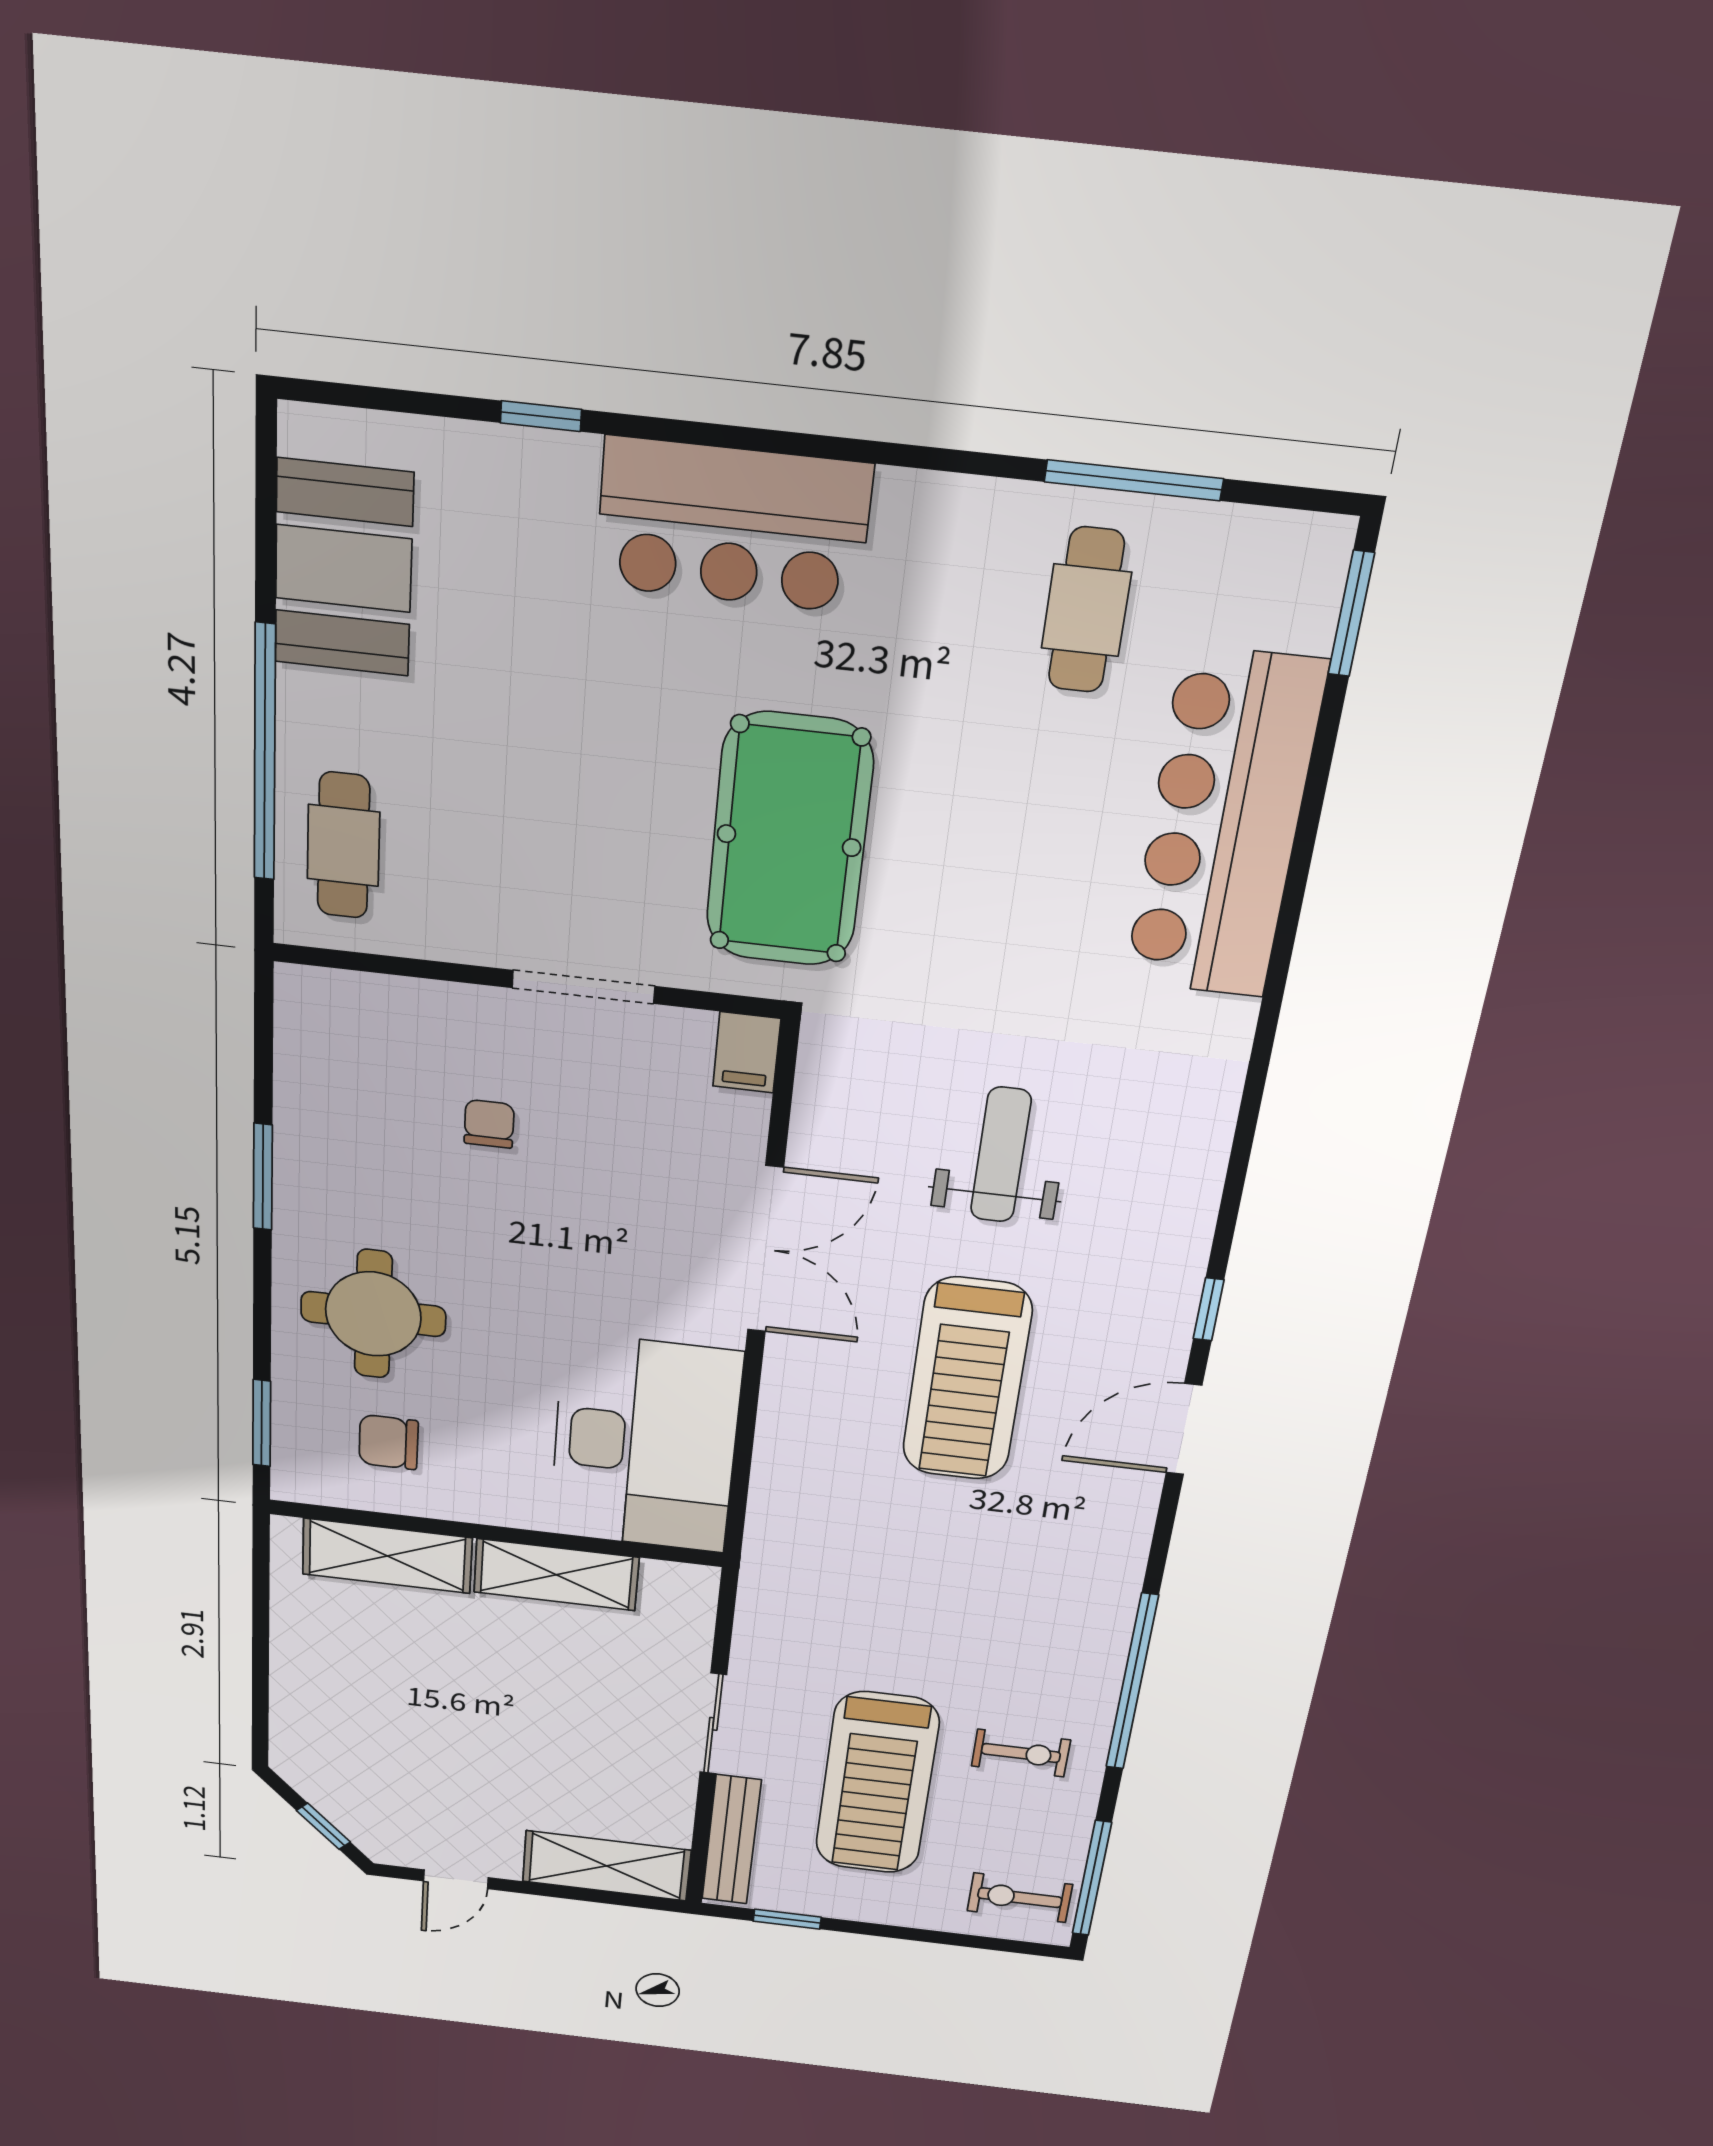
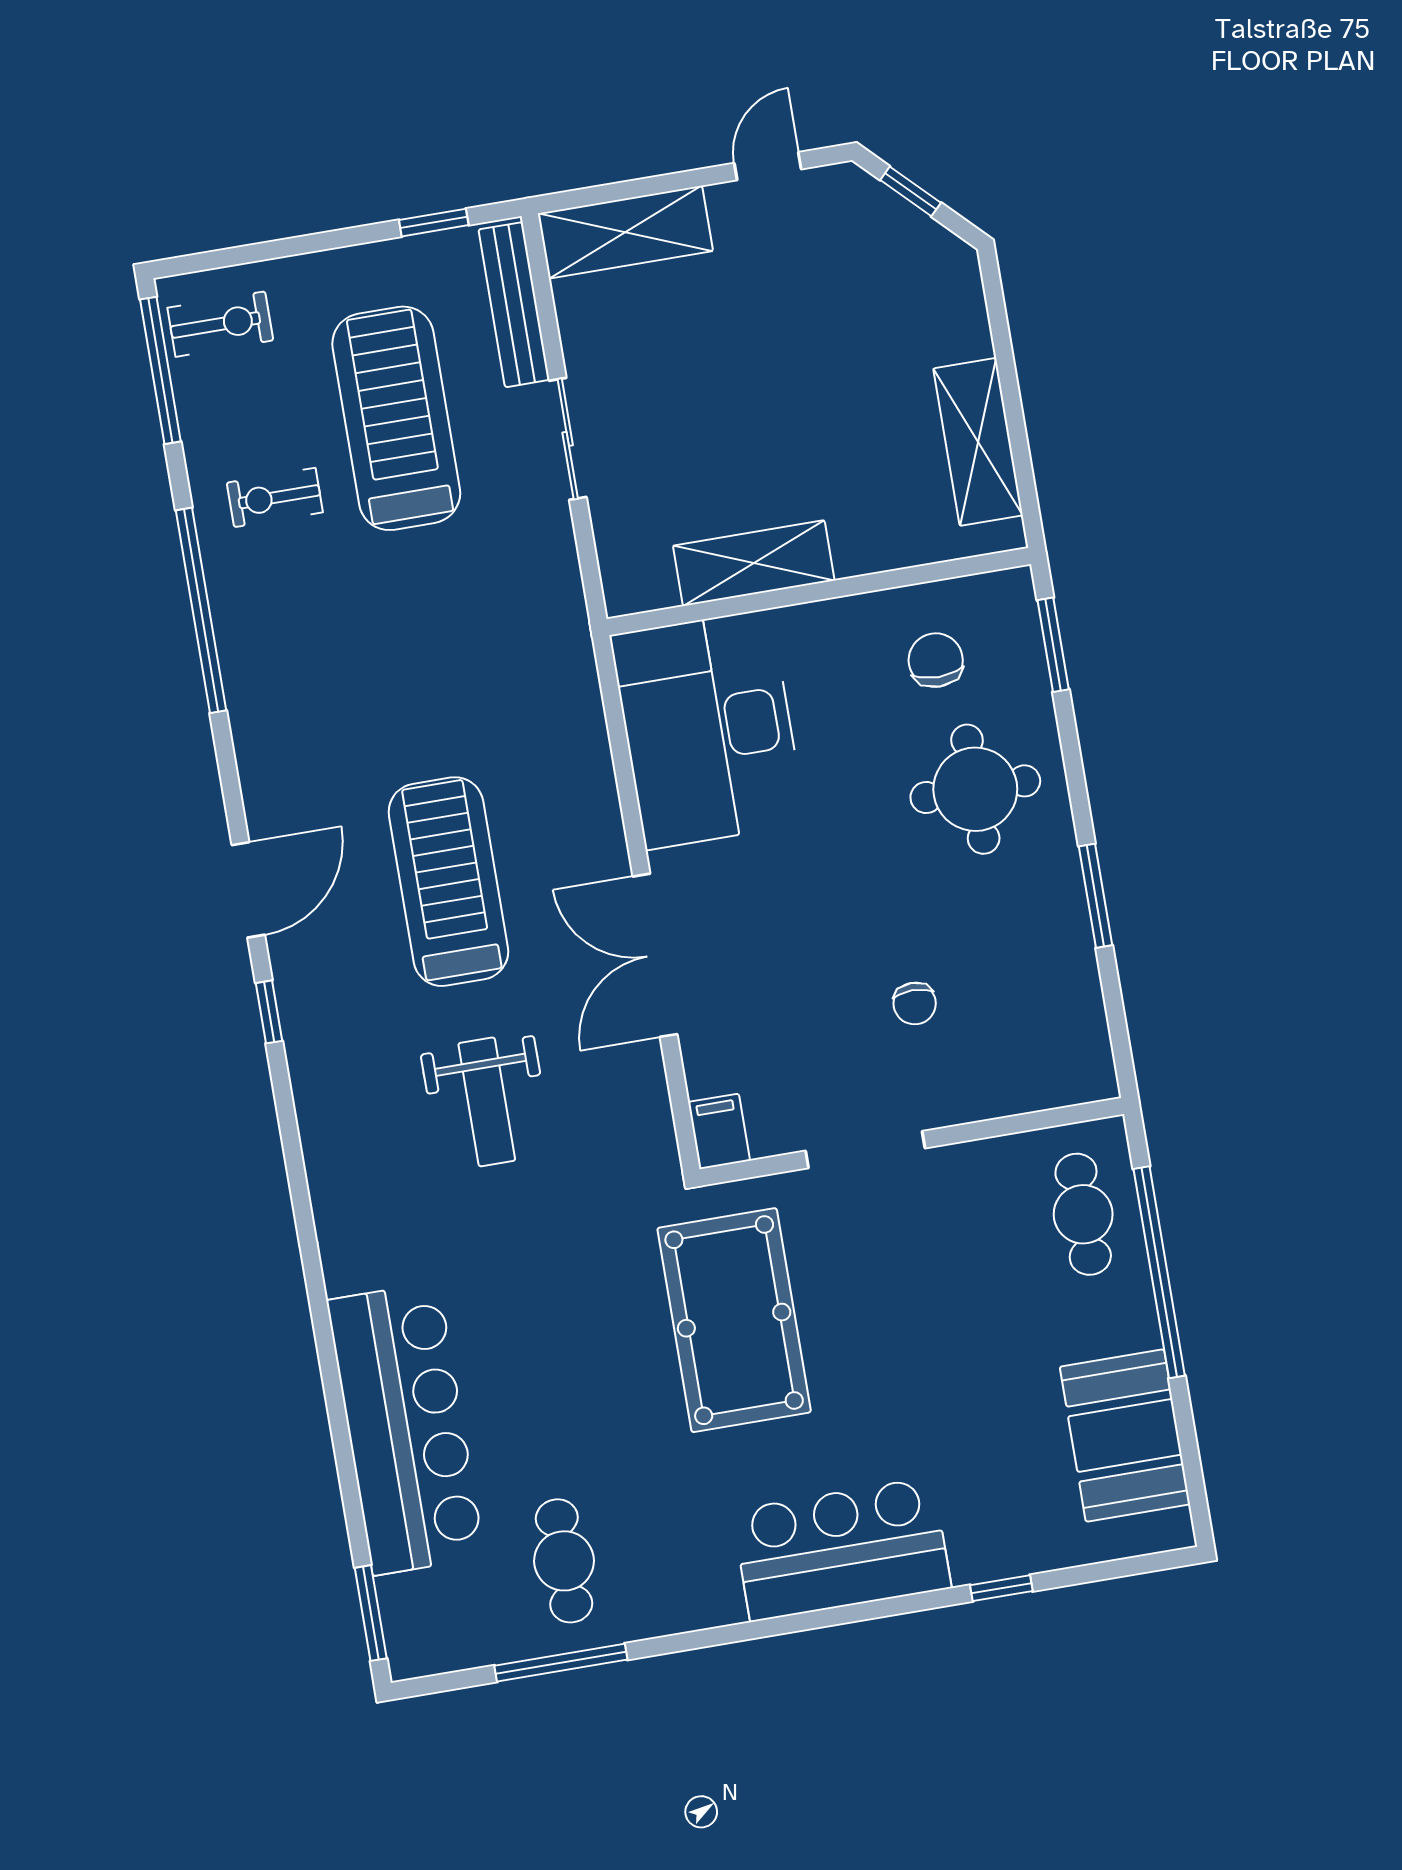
chair: (389, 1442) -> (936, 660), turned -90
shelving: (387, 1556) -> (978, 442), moved, turned 90

